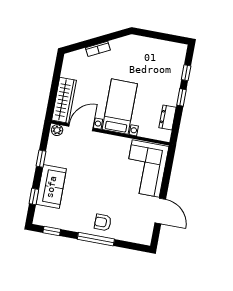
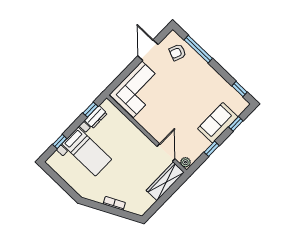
window: (181, 97) -> (90, 110), moved
bed with nightstands: (120, 107) -> (87, 152), moved, turned -90
door: (81, 127) -> (166, 153), swing flipped
armchair: (103, 222) -> (177, 52), moved, turned 112
window: (96, 239) -> (198, 49), moved

